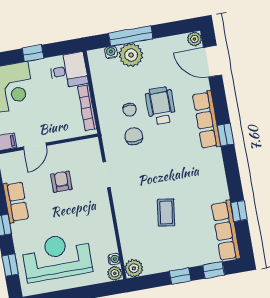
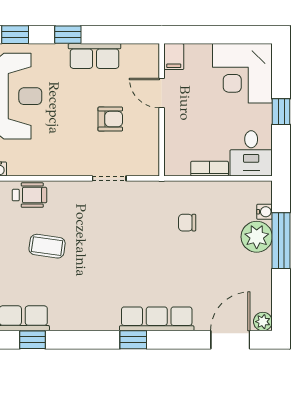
wheelchair: (161, 106) -> (29, 195), moved, width x0.73, depth x0.73
bookcase: (87, 108) -> (210, 169), width x0.64
chair: (134, 136) -> (152, 222), removed

